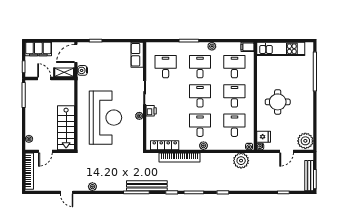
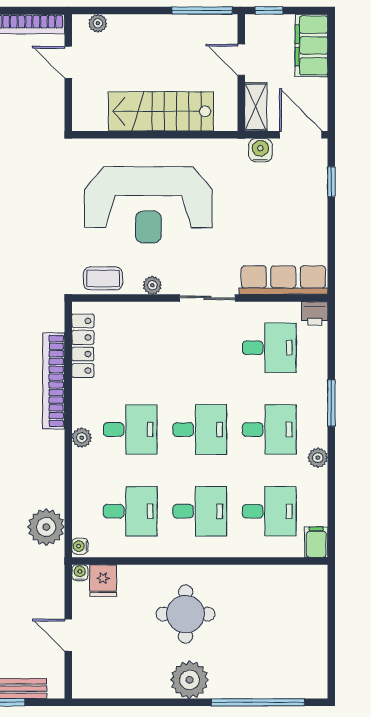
kitchen unit: (281, 49) -> (312, 621), removed
row of seats: (137, 55) -> (283, 280), width x1.48
door: (44, 79) -> (241, 60), swing flipped
printer: (151, 111) -> (315, 313), moved
stairs: (66, 128) -> (161, 111), moved
coffee table: (136, 137) -> (103, 278), added
plant: (305, 141) -> (190, 680), moved

